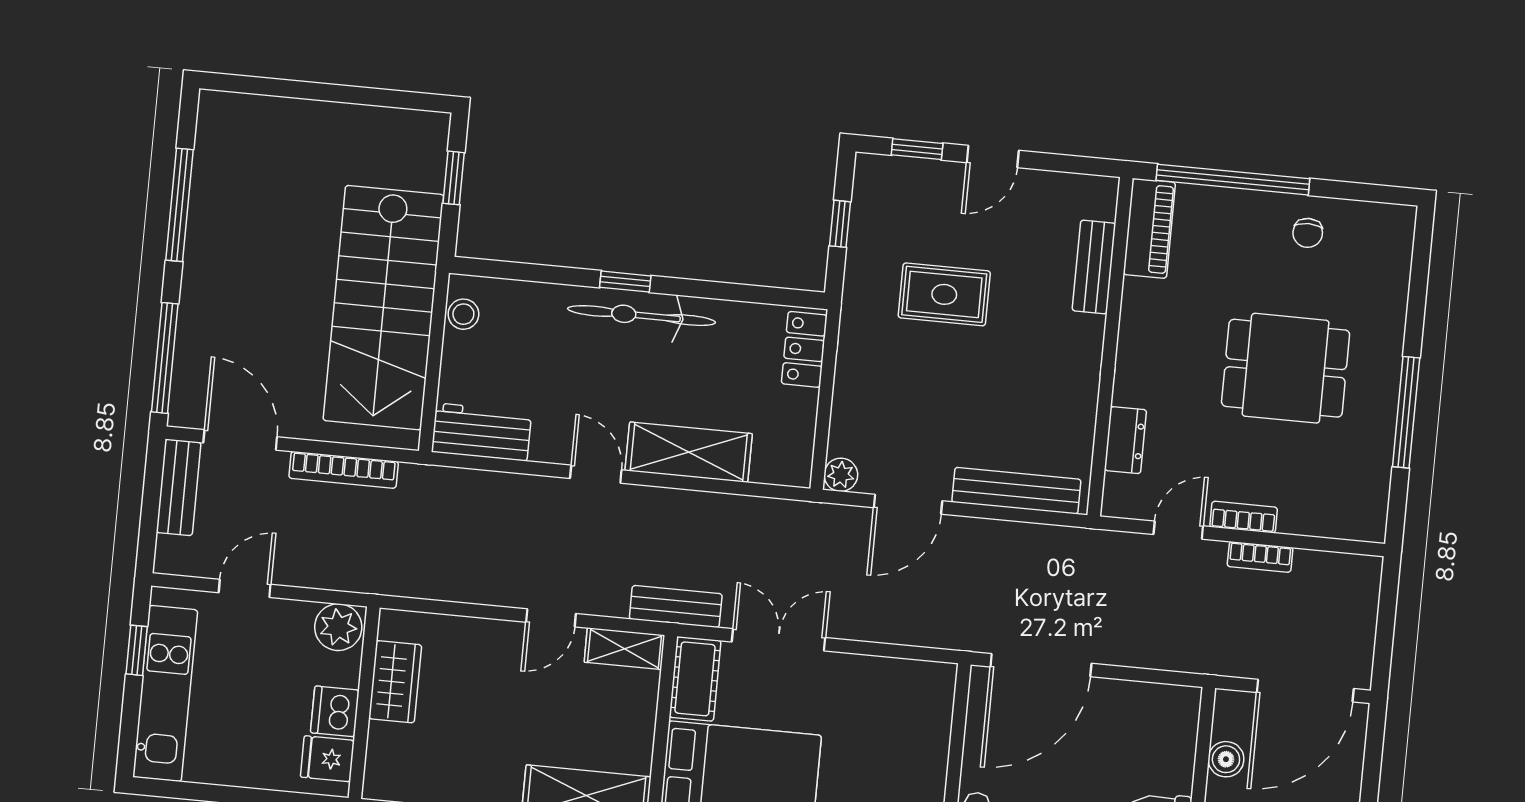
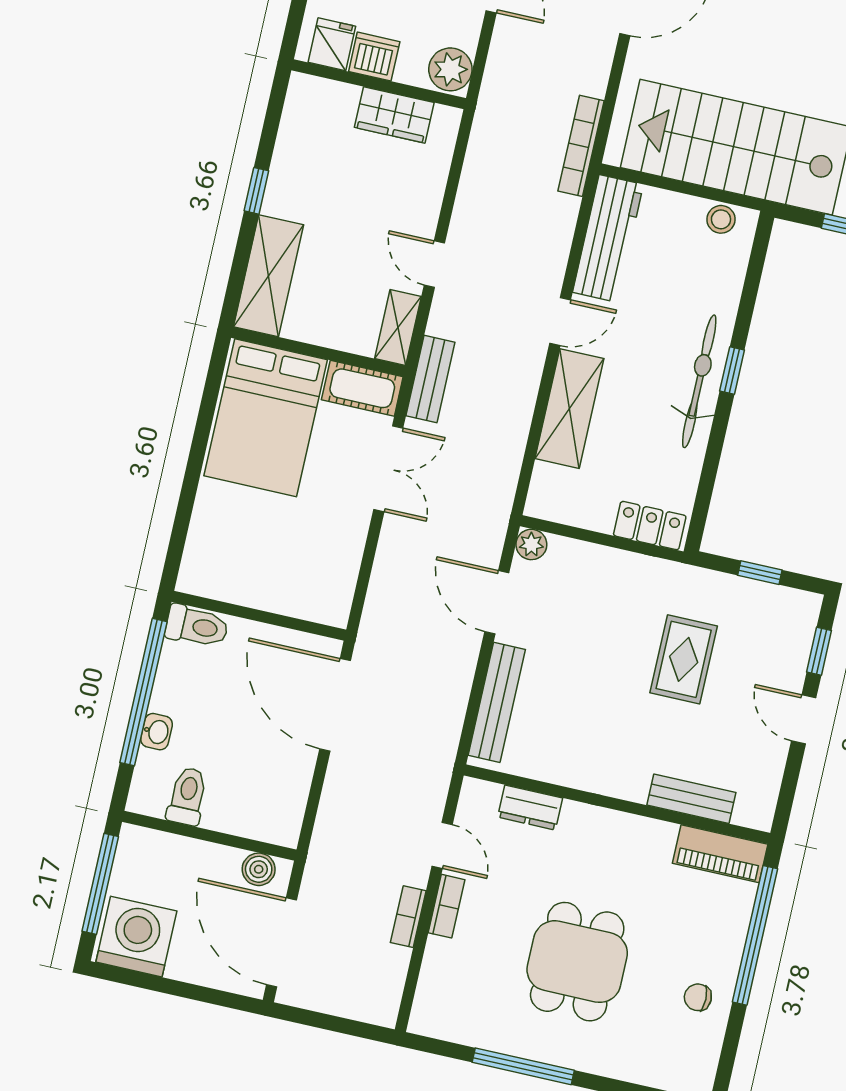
workbench: (481, 432) -> (608, 238), width x1.38
bookcase: (344, 470) -> (581, 146), moved
boiler: (1226, 759) -> (259, 869), moved

